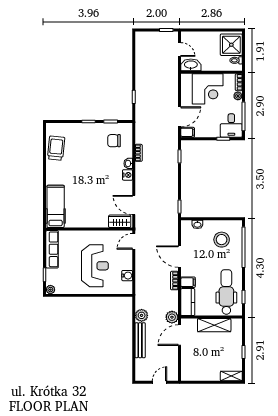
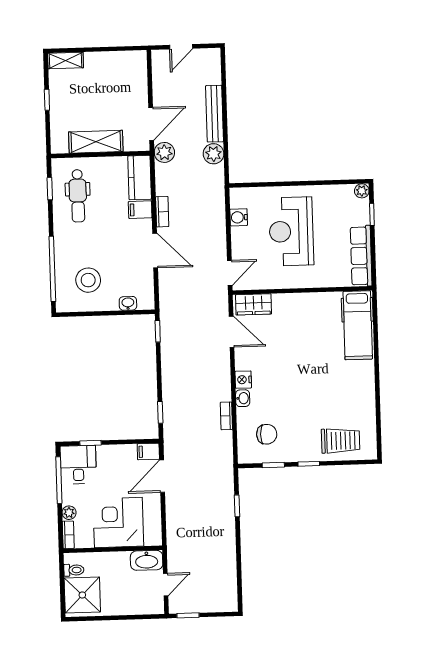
door: (180, 49) -> (166, 585), swing flipped
trolley: (56, 148) -> (341, 441), moved, turned -96
dental chair: (226, 292) -> (78, 196), width x0.73, depth x0.72

